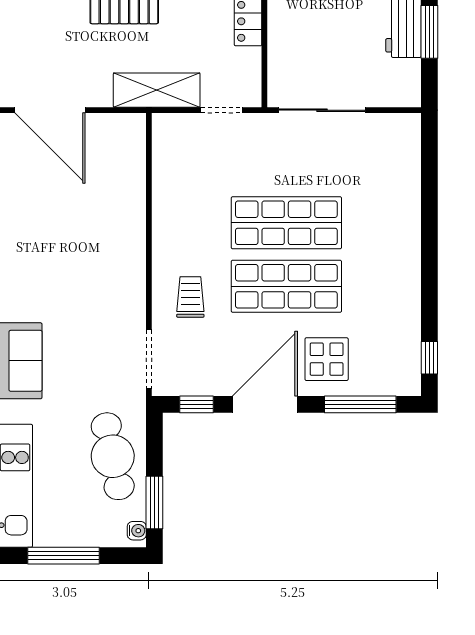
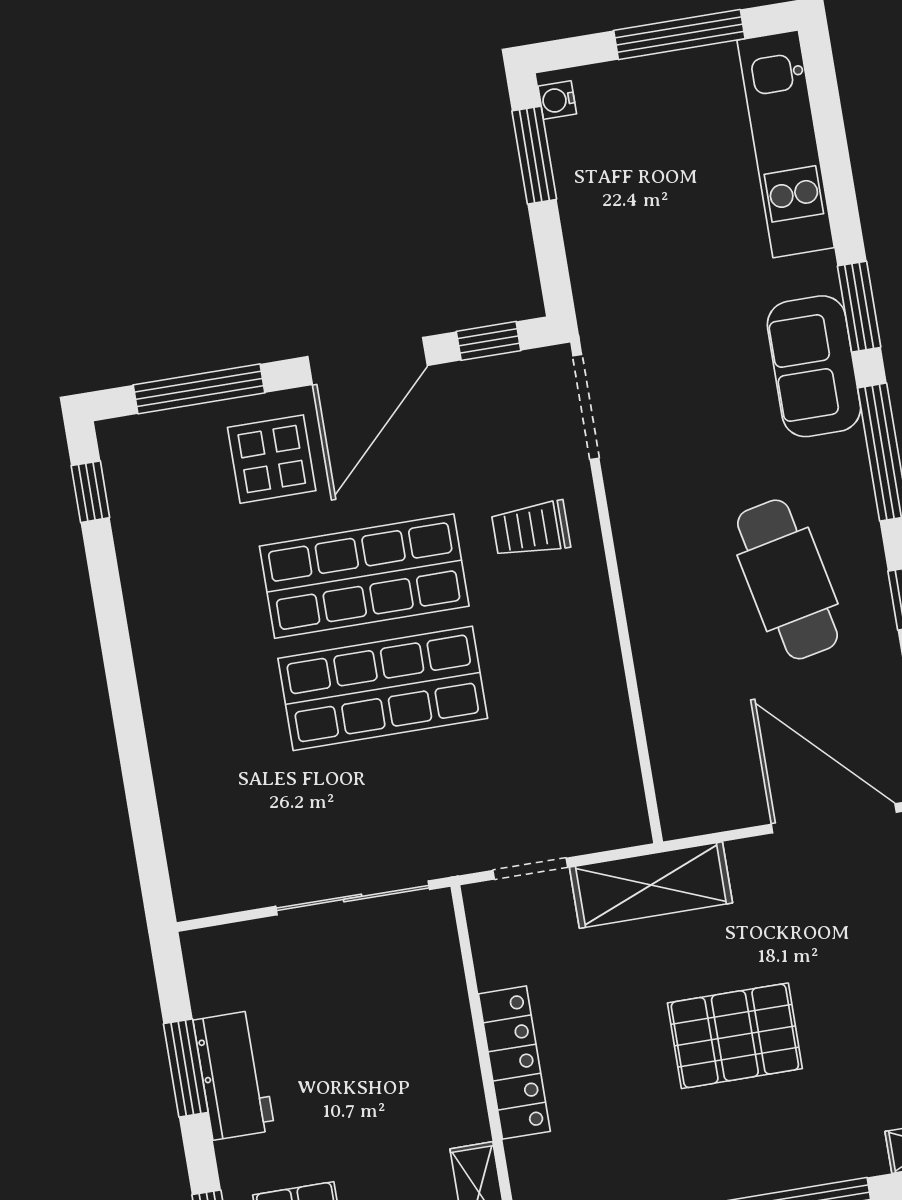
trolley: (190, 297) -> (531, 529), turned 90
cafe table: (113, 456) -> (787, 579), moved

